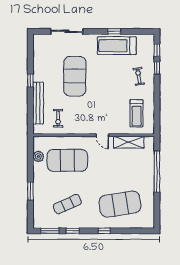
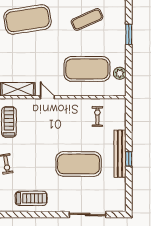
window: (114, 31) -> (34, 215), removed
treadmill: (117, 46) -> (31, 198), width x0.73, depth x0.73
exercise mat: (75, 76) -> (79, 164), turned 90
bench: (38, 103) -> (120, 154), moved

